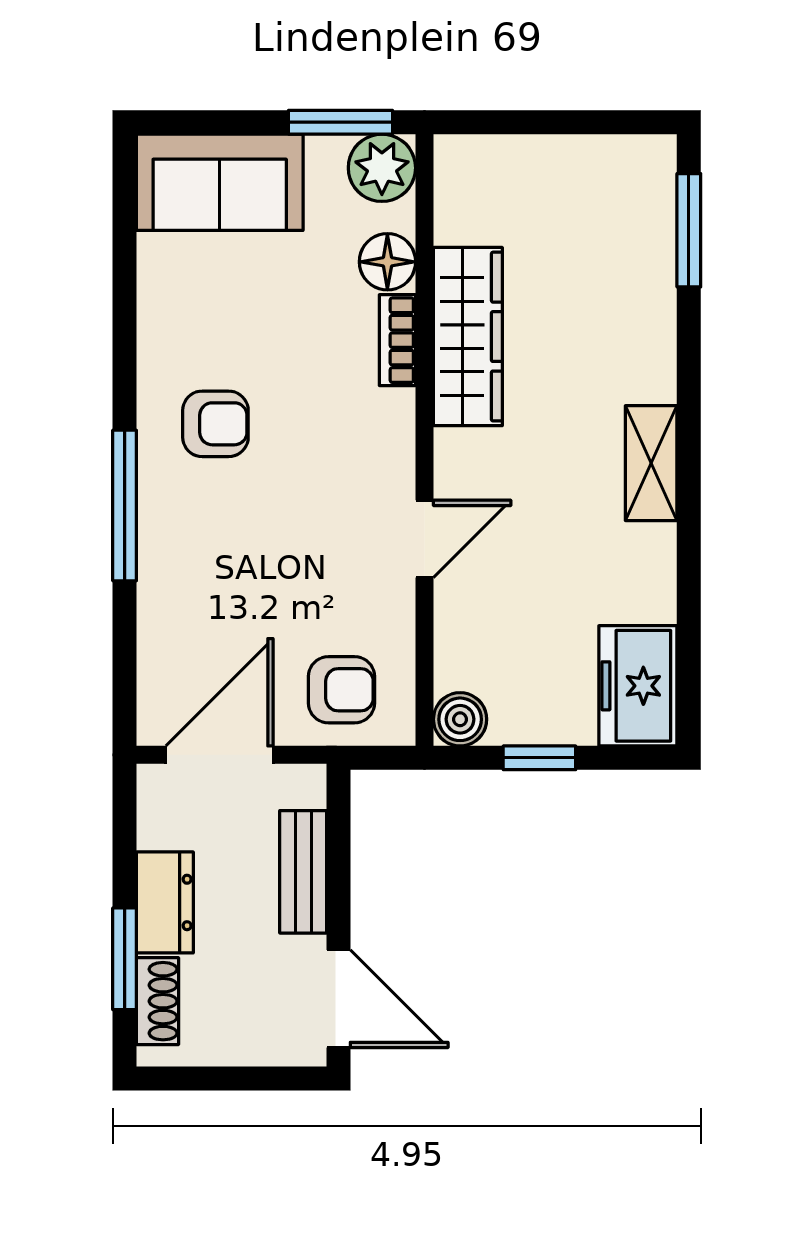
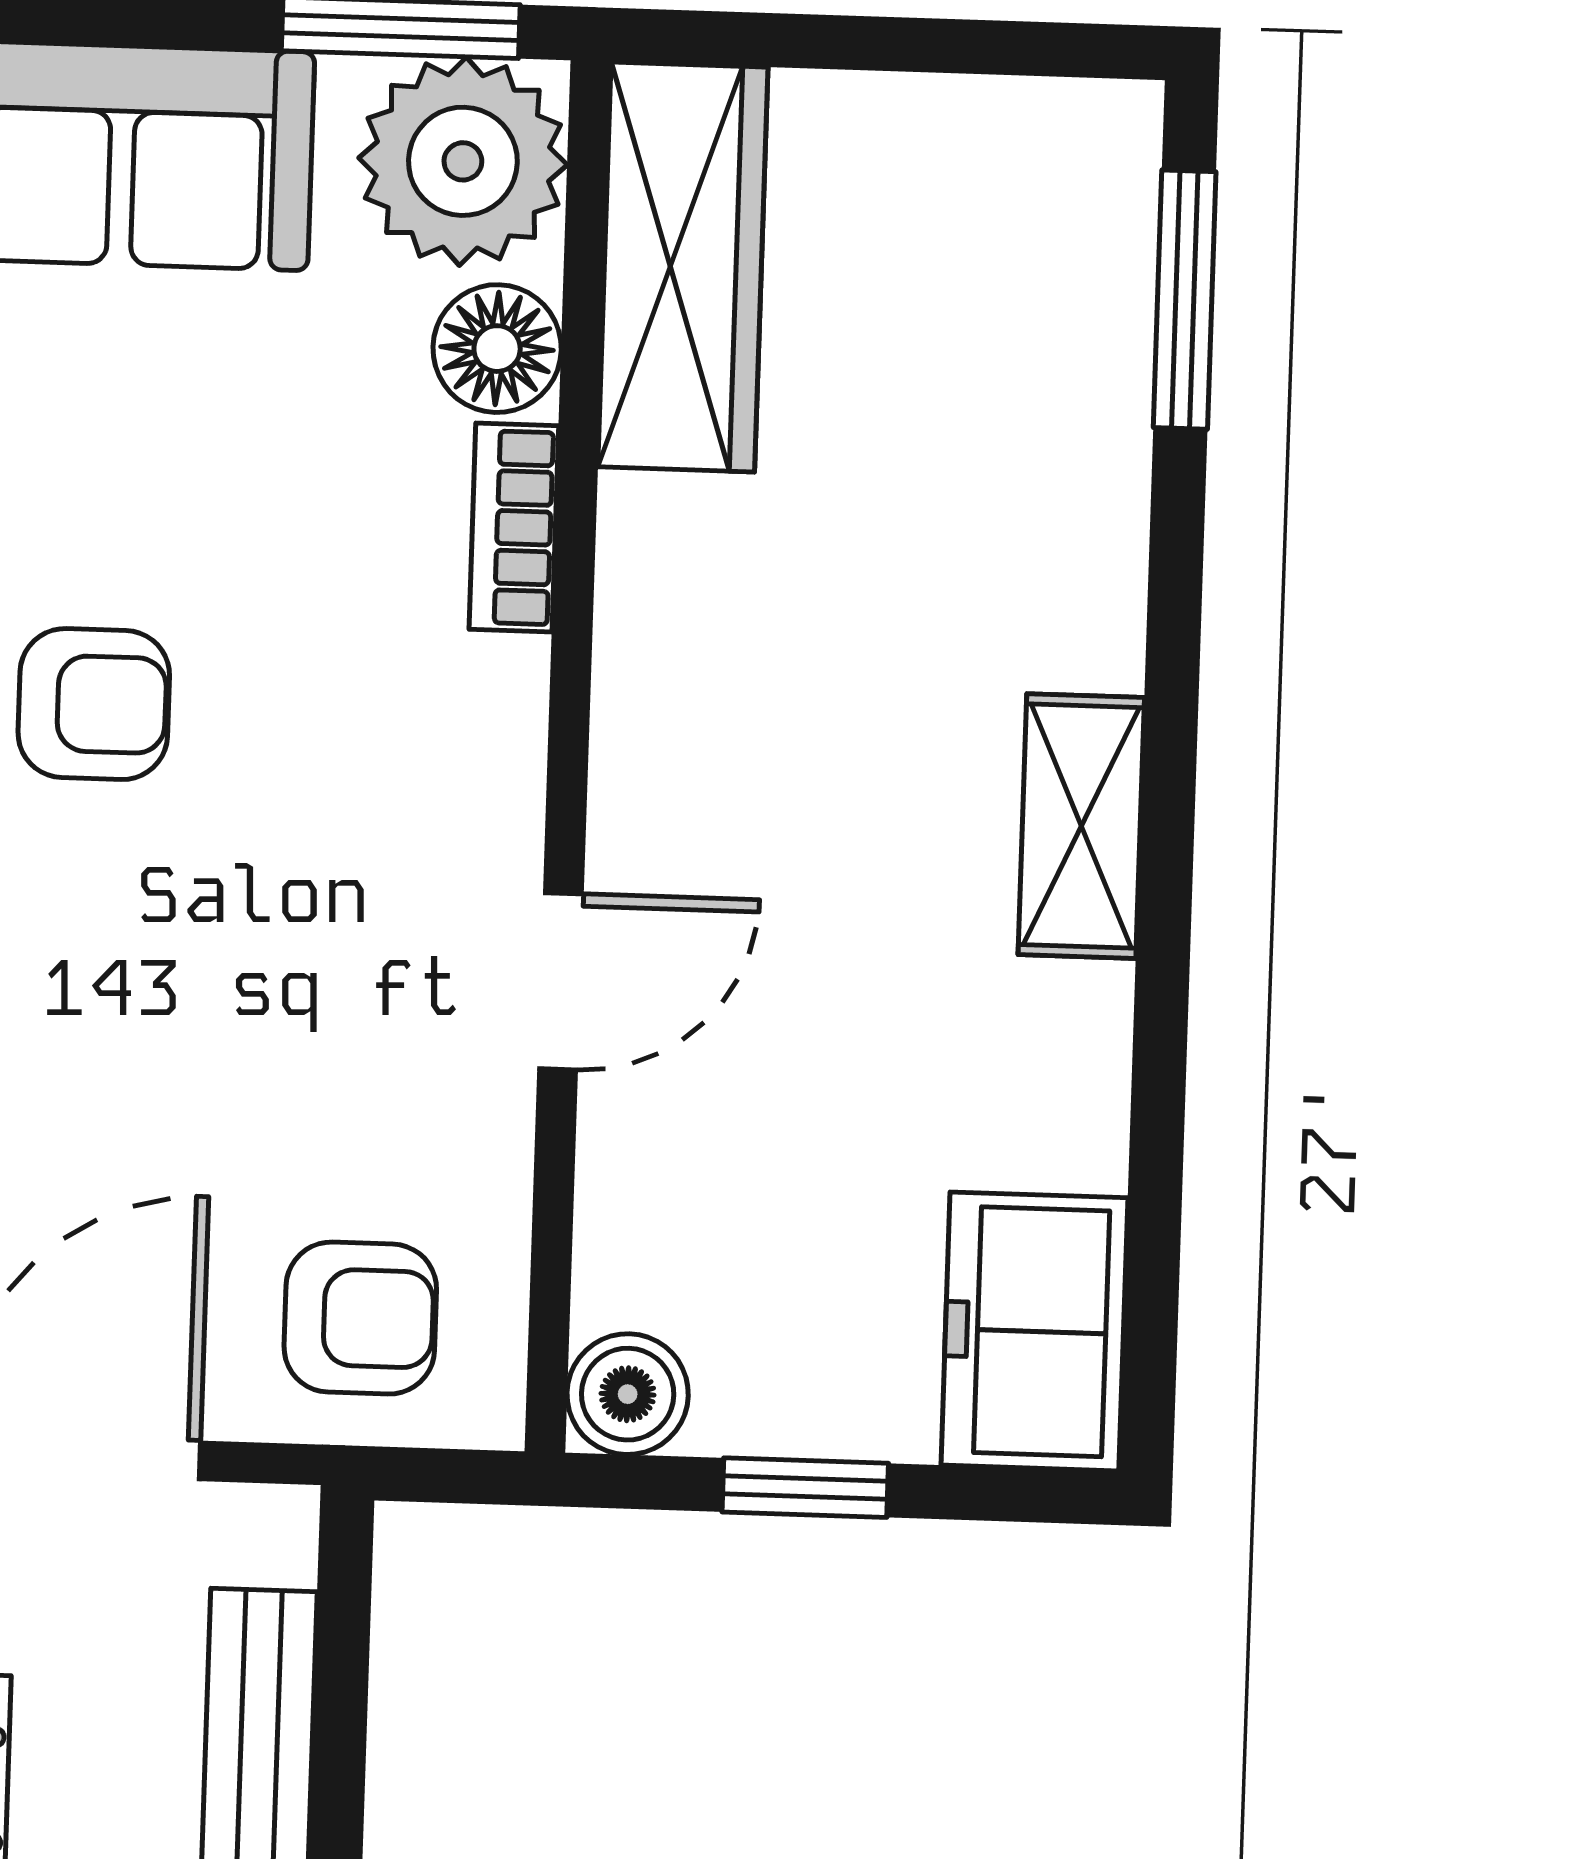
plant: (382, 168) -> (463, 161), width x1.36, depth x1.36
wardrobe: (468, 337) -> (683, 267), moved

